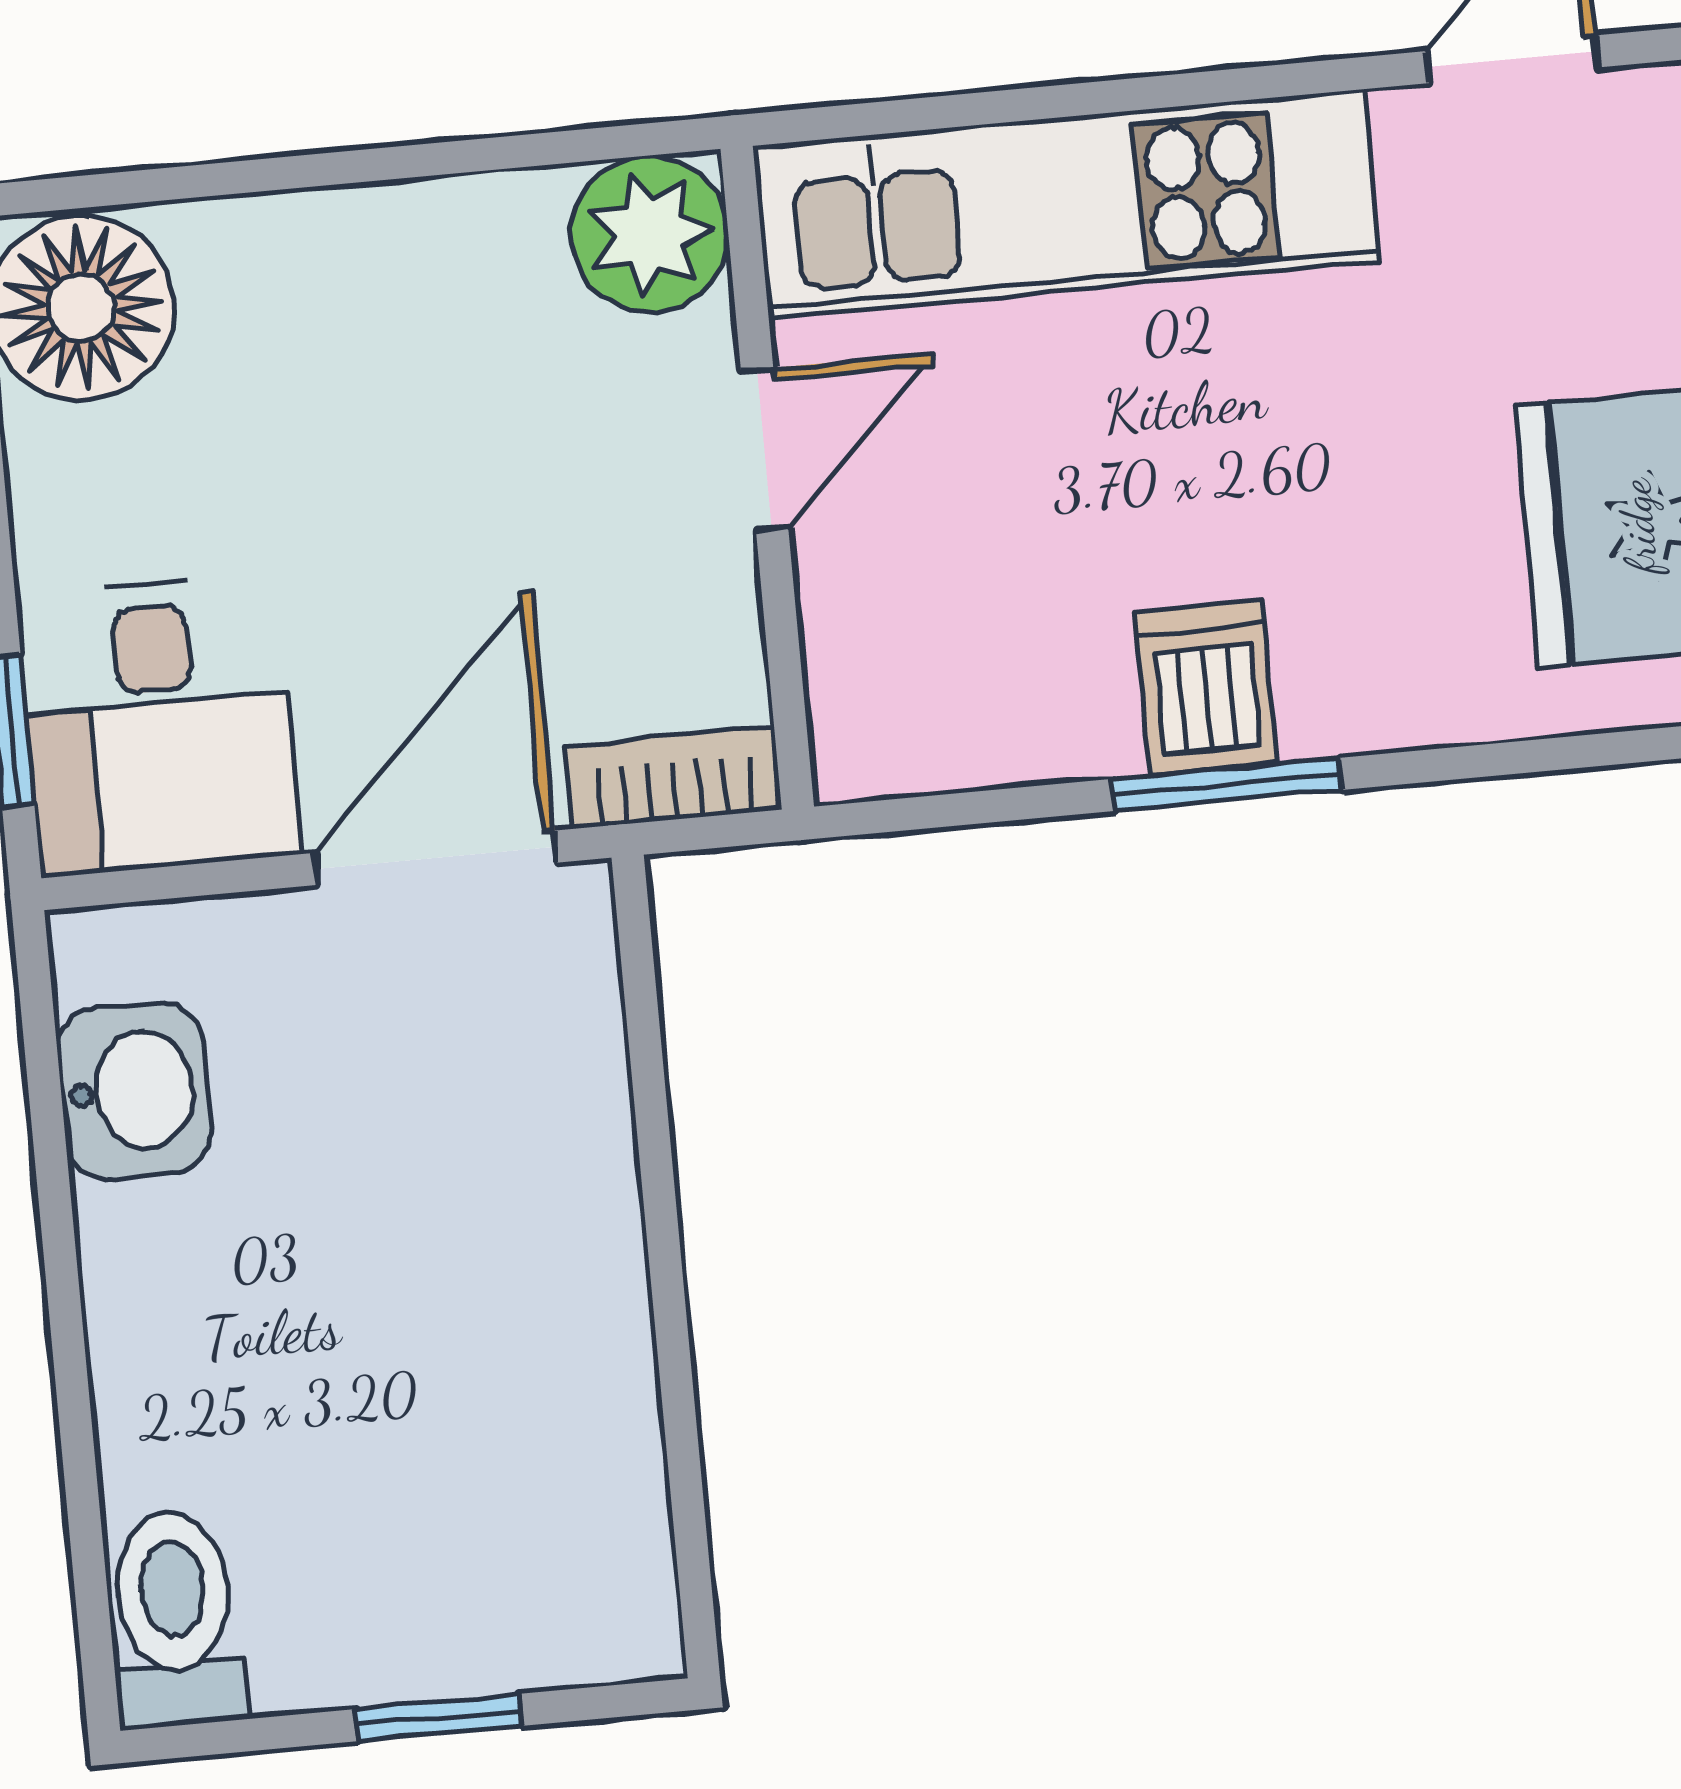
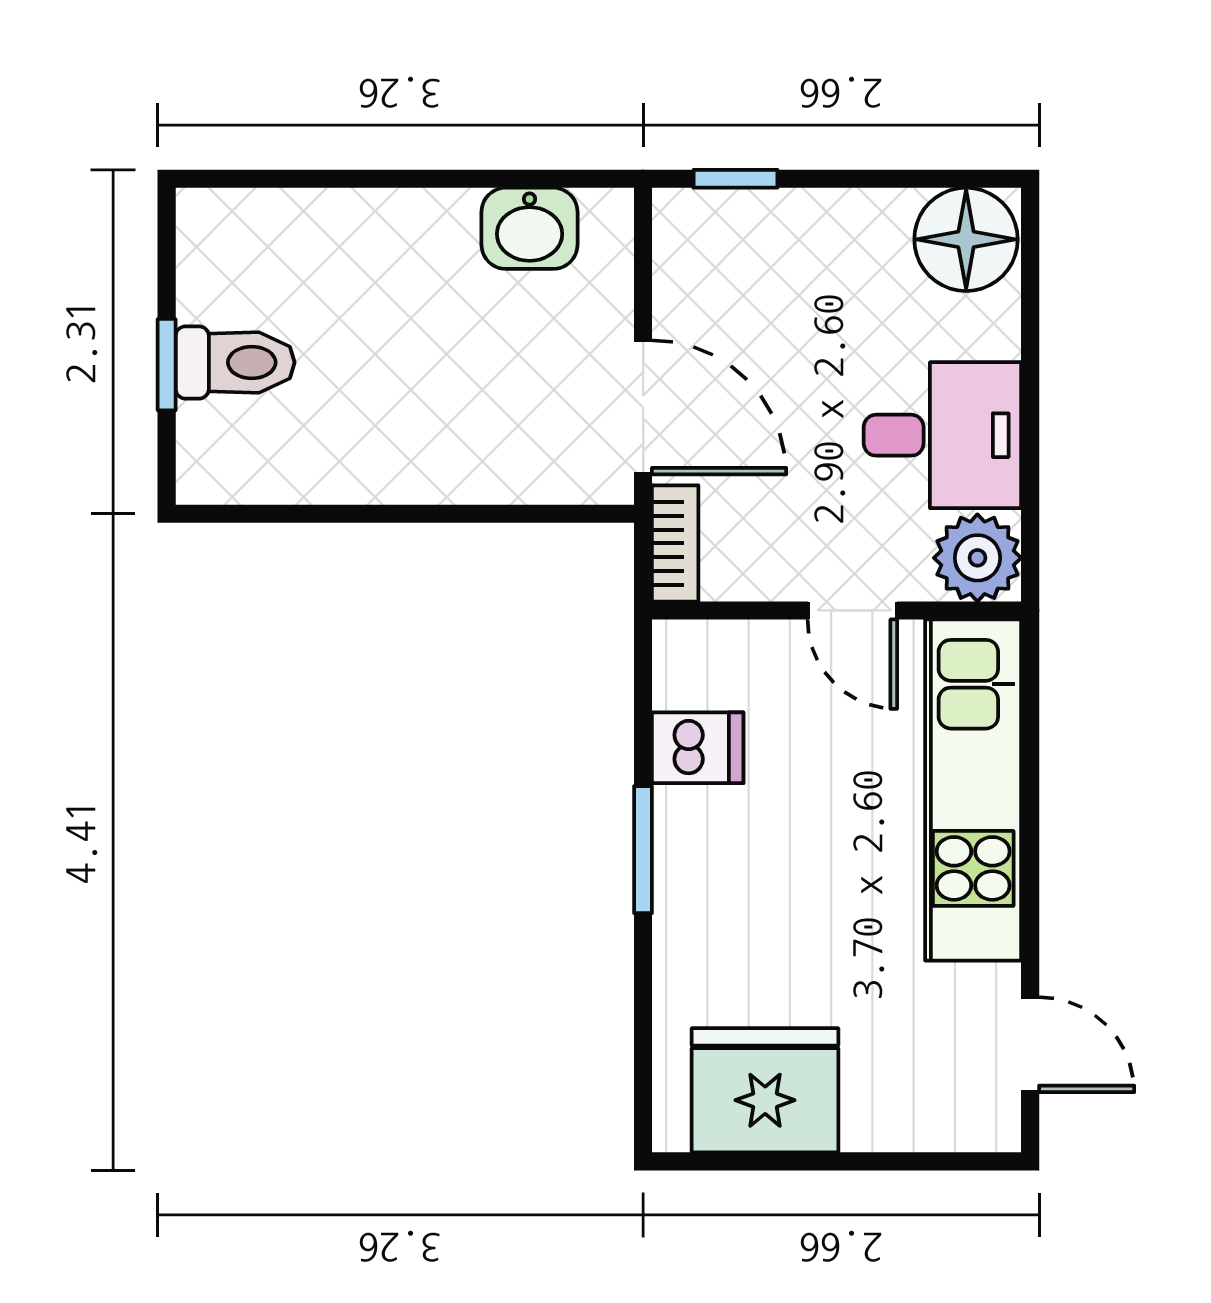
dishwasher: (1206, 688) -> (698, 748), moved
desk: (159, 725) -> (942, 435), moved, turned 180
toilet: (175, 1618) -> (235, 362), moved

